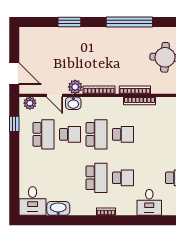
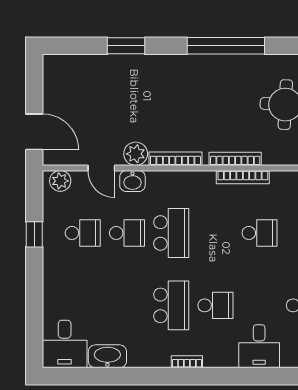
window: (14, 124) -> (34, 234), moved
school desk: (43, 134) -> (83, 233), width x0.54
school desk: (123, 134) -> (260, 233), moved

